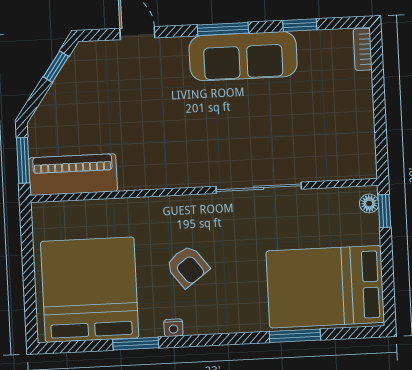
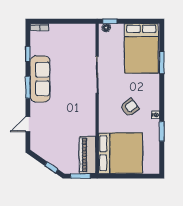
window: (56, 67) -> (51, 167), moved
bed: (90, 290) -> (120, 153), moved, turned 180

